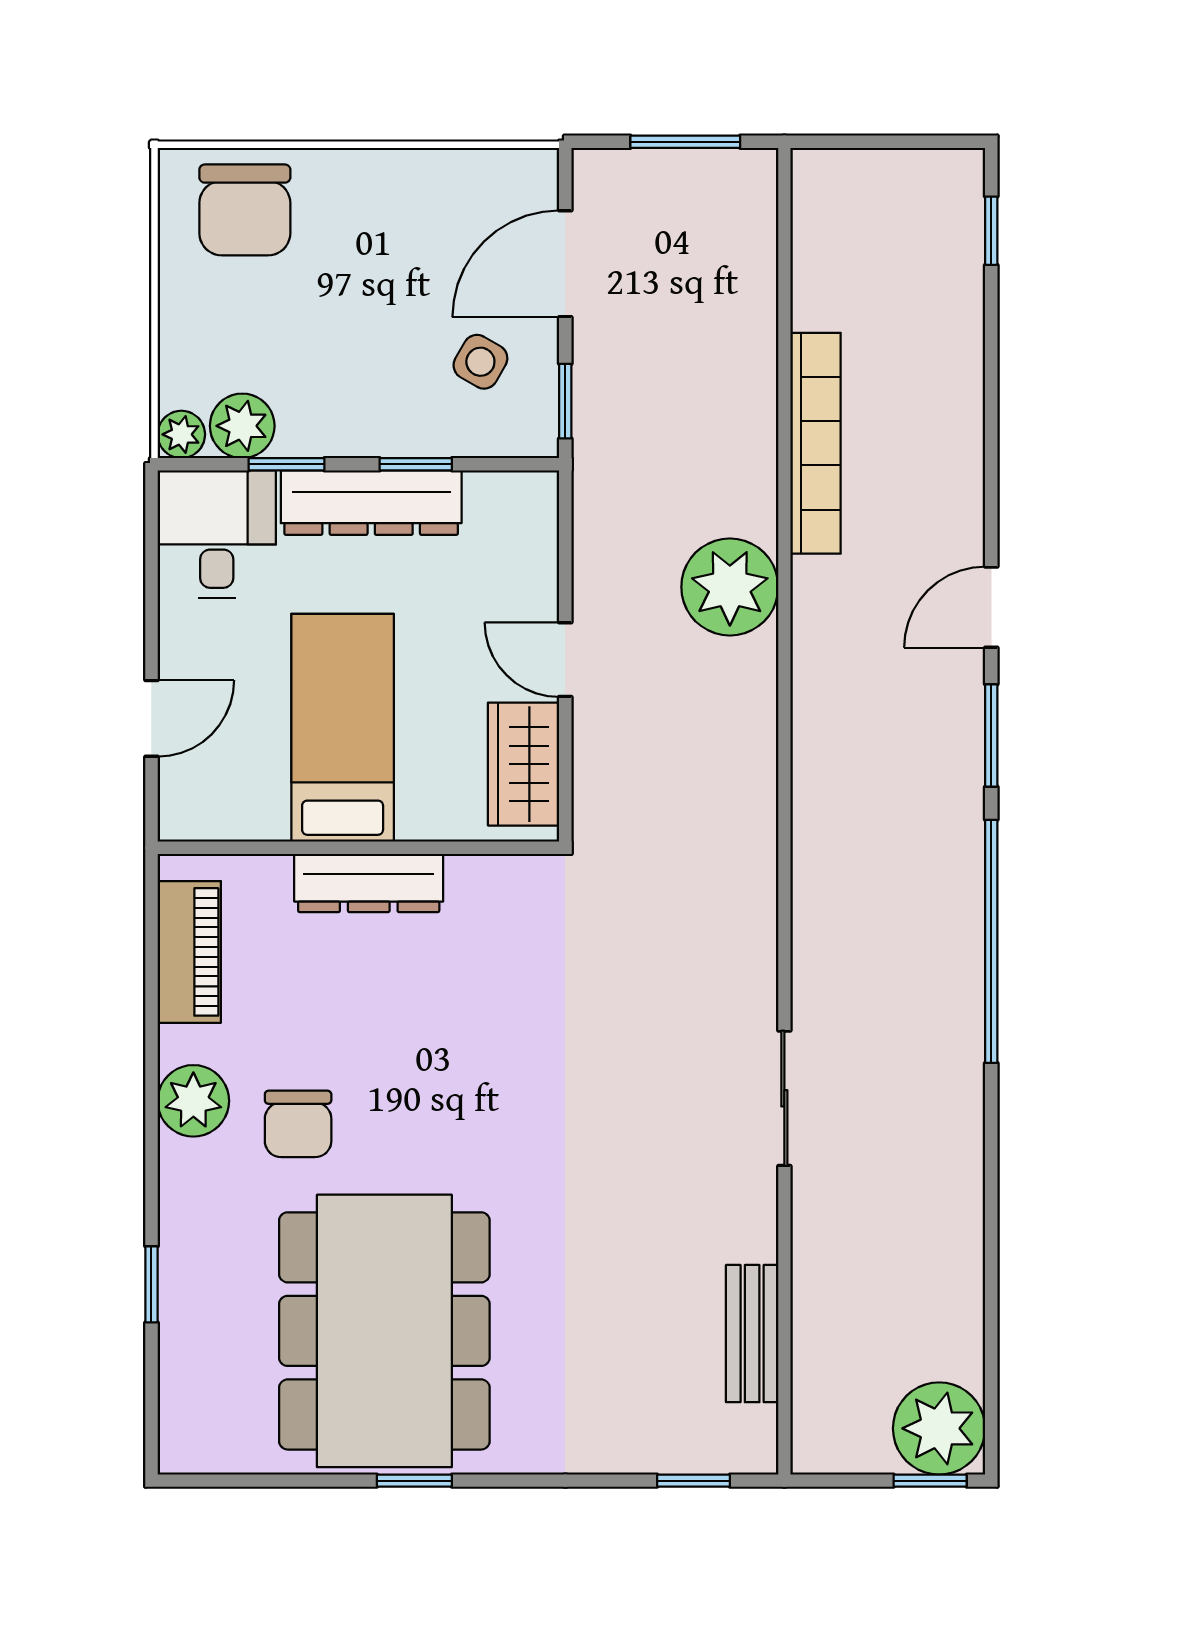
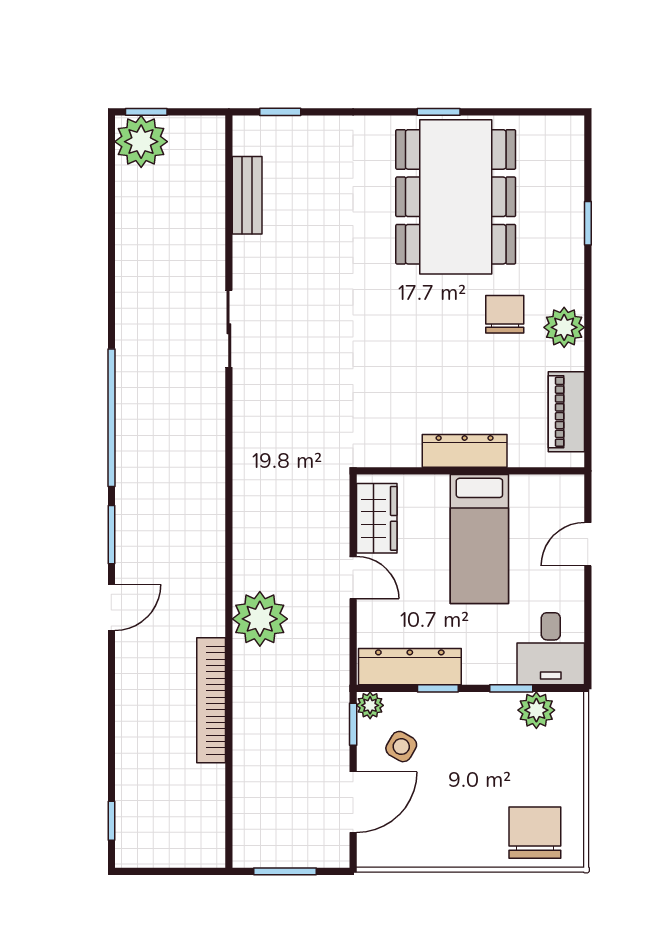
plant: (181, 434) -> (370, 705), moved
dresser: (371, 503) -> (410, 667), moved

